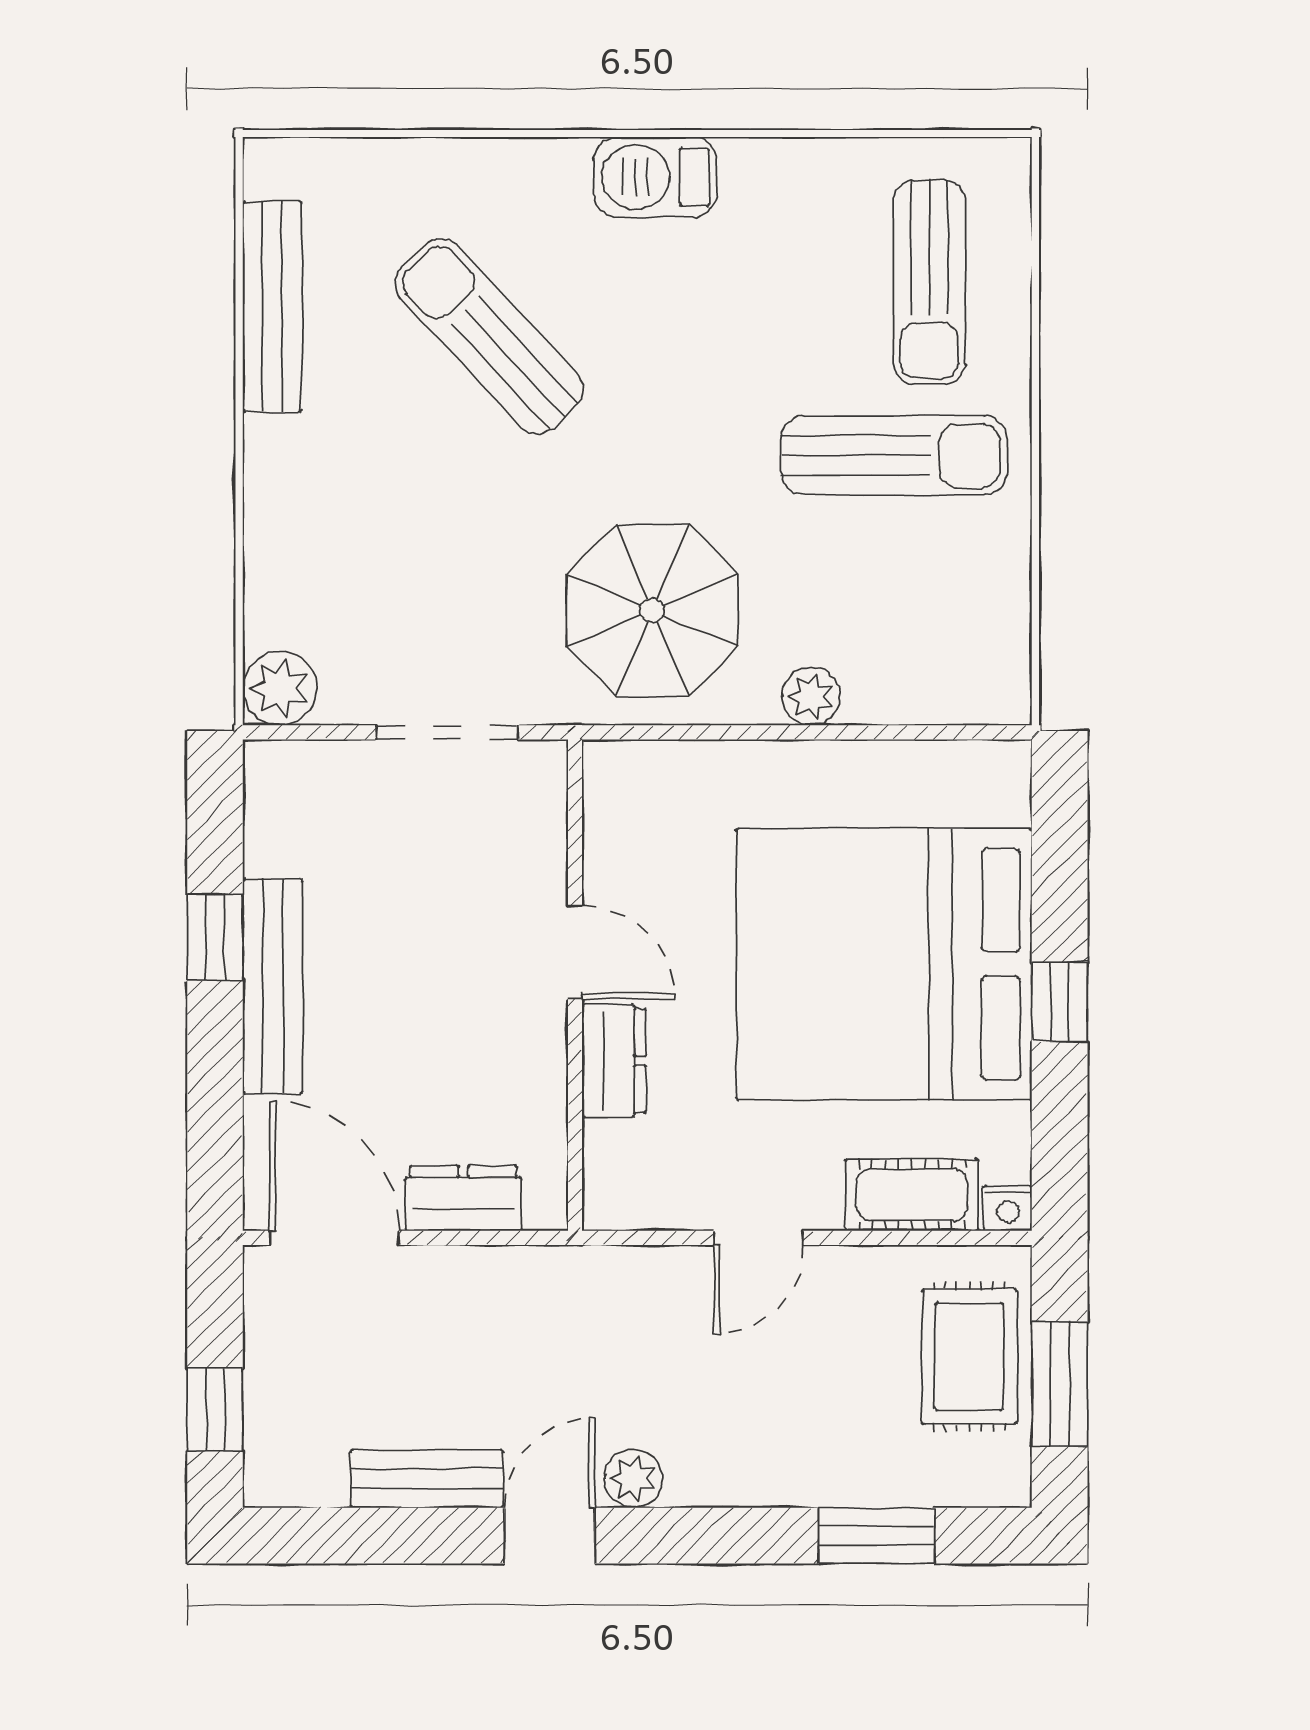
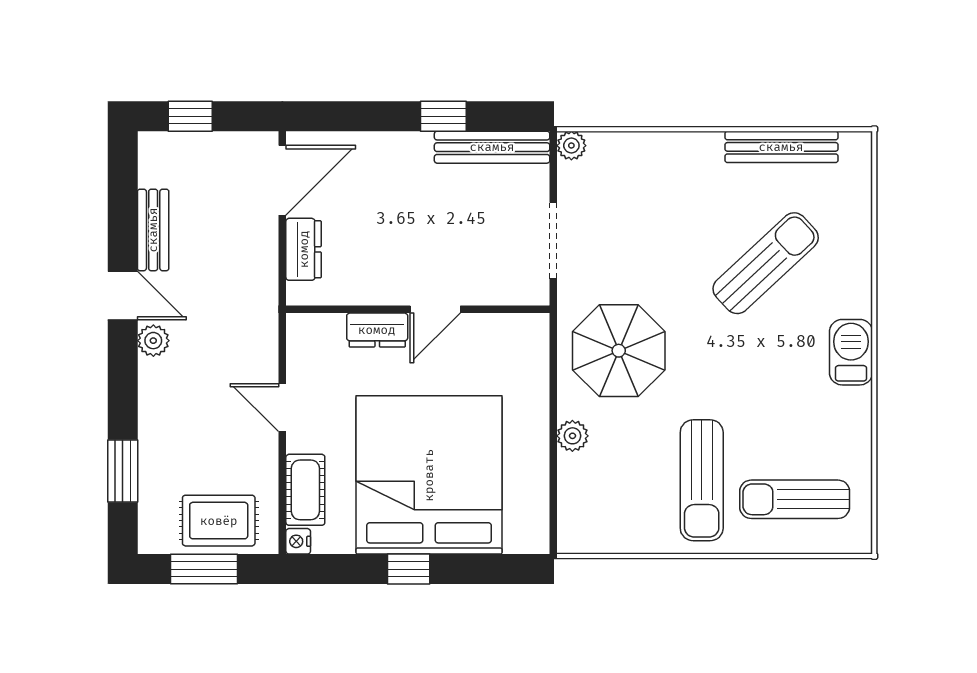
plant: (280, 688) -> (571, 146), width x0.73, depth x0.73
bench: (273, 986) -> (492, 147), moved

